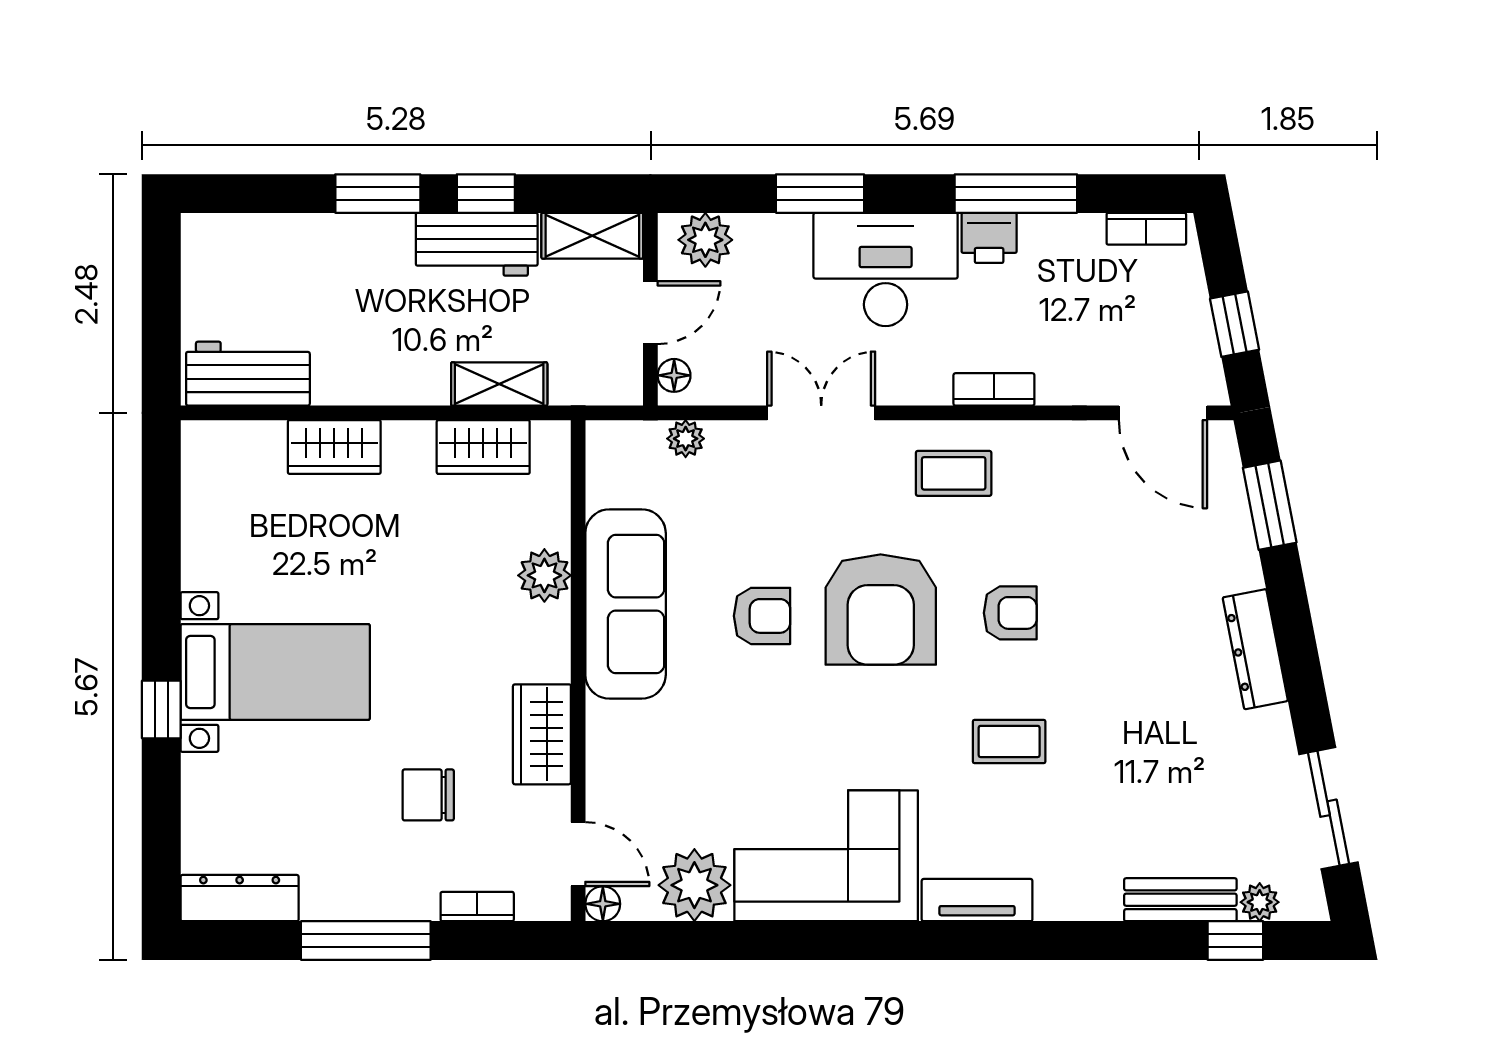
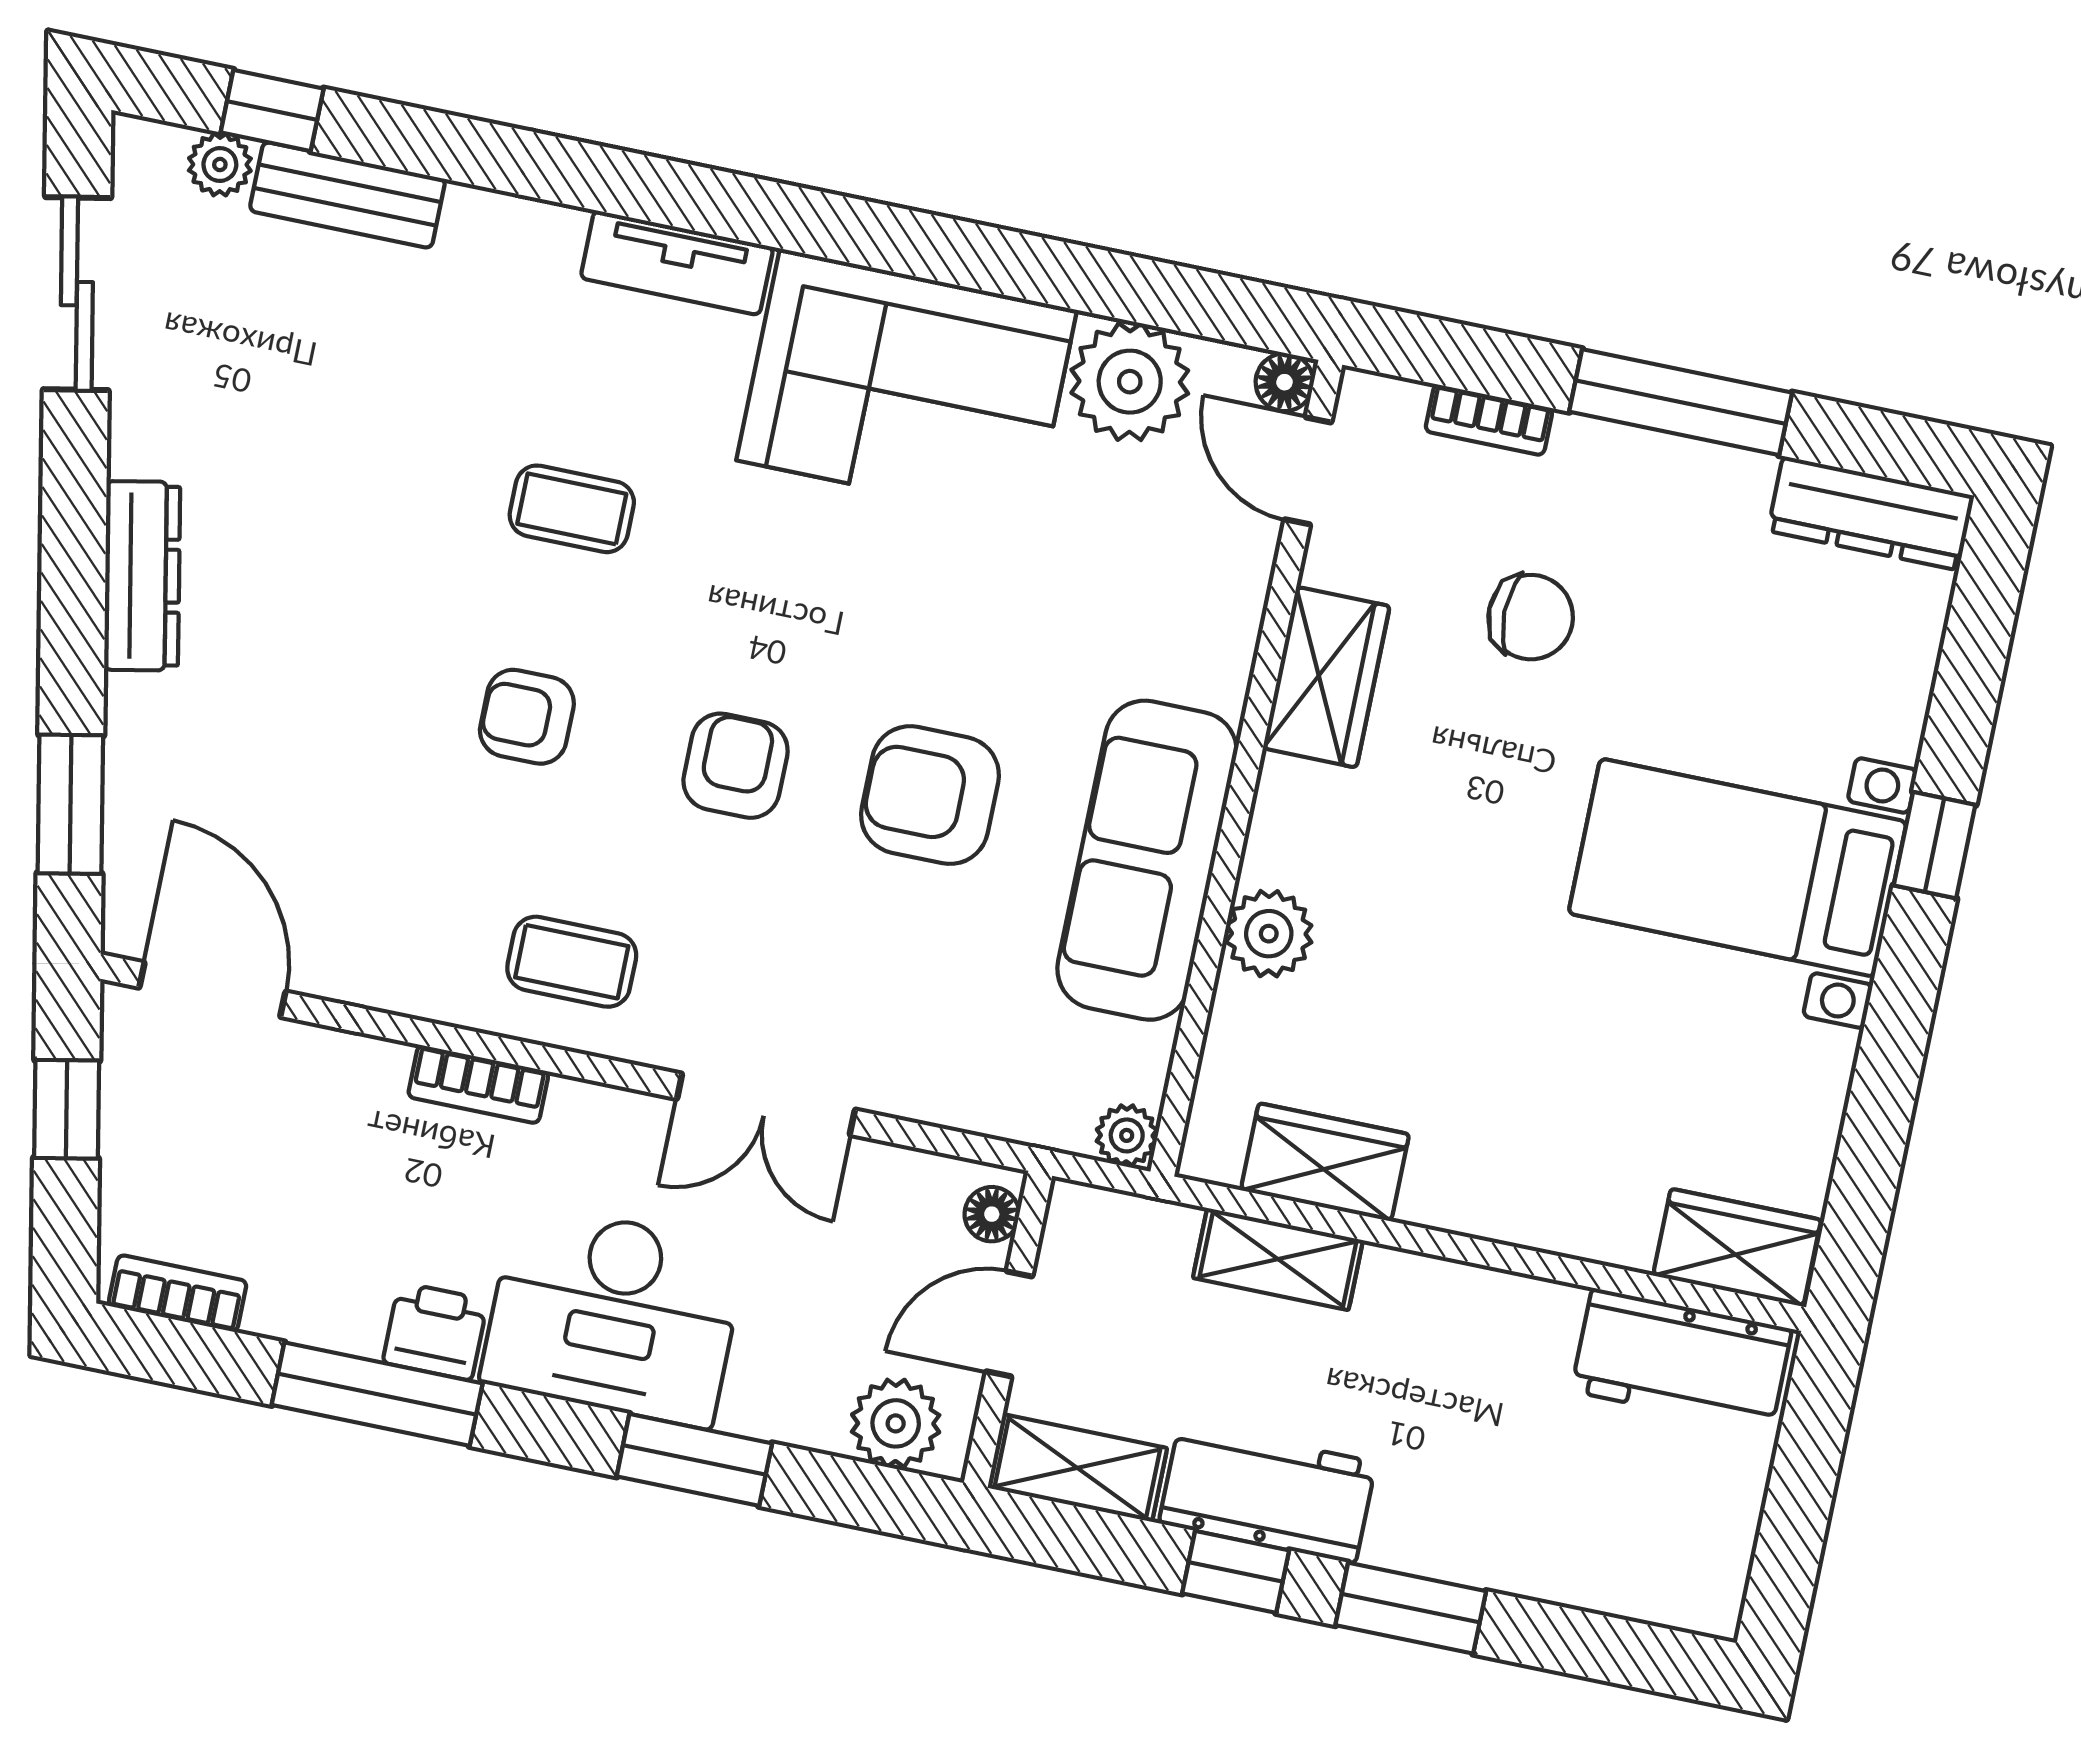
plant: (686, 439) -> (1127, 1135), moved
wardrobe: (334, 447) -> (1737, 1248), moved
armchair: (881, 609) -> (736, 766), width x0.53, depth x0.53
armchair: (762, 616) -> (930, 795), width x1.38, depth x1.38

